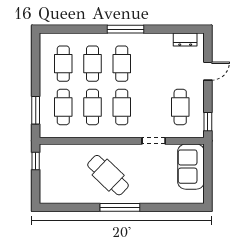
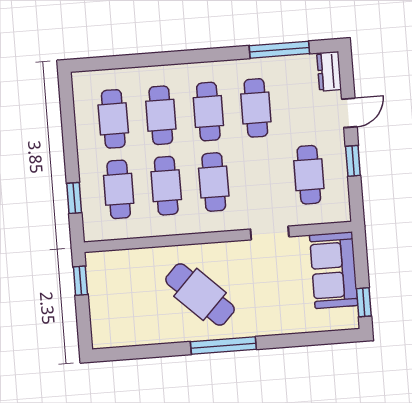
window: (125, 29) -> (279, 50), moved
dresser: (185, 40) -> (329, 71), moved, turned 90
cafe table: (151, 64) -> (256, 108), added
window: (36, 110) -> (74, 198), width x0.67
window: (208, 122) -> (353, 161), moved
window: (208, 188) -> (364, 302), added

